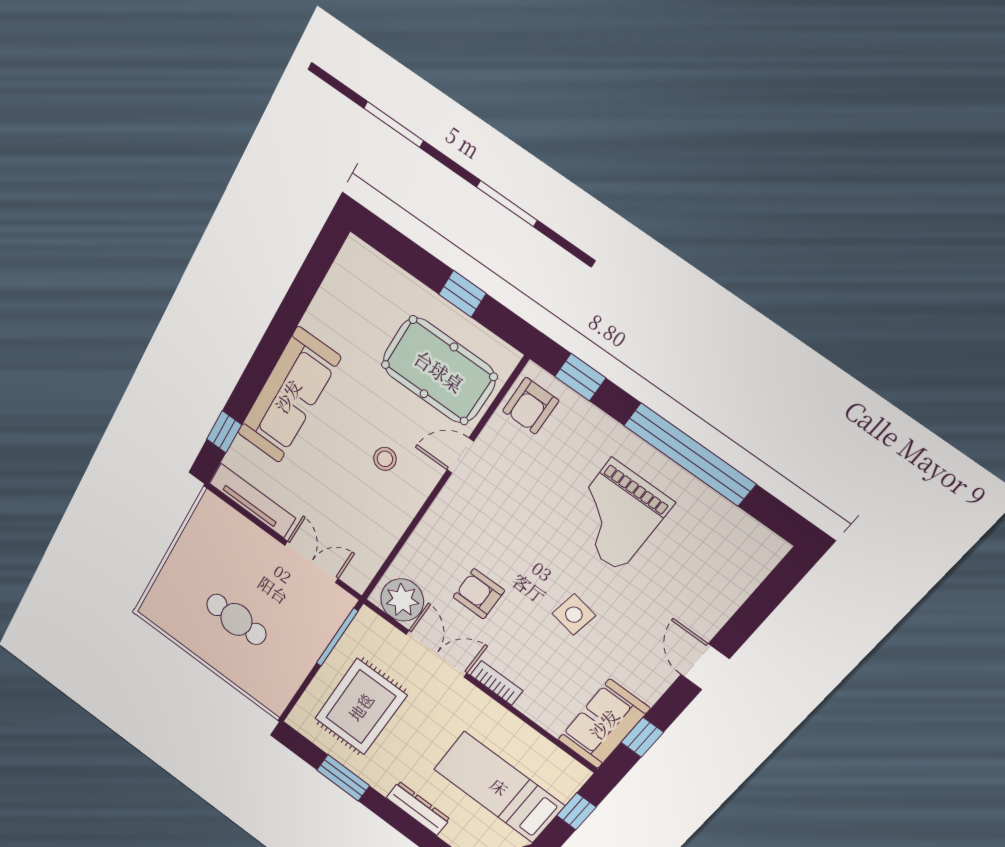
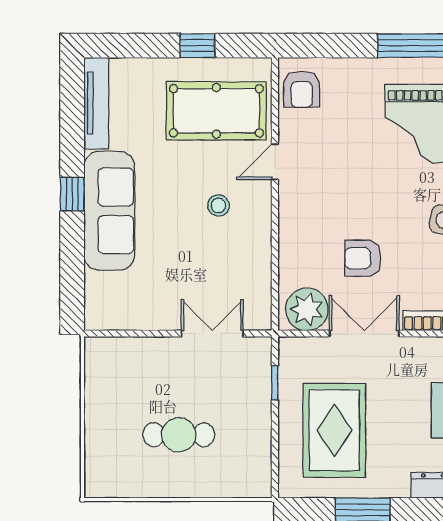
window: (580, 377) -> (323, 46), removed
window: (224, 432) -> (72, 194), moved
tv unit: (252, 501) -> (96, 103), moved, turned 90
window: (337, 637) -> (275, 383), width x0.46

